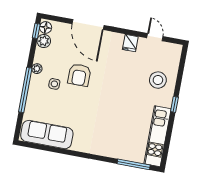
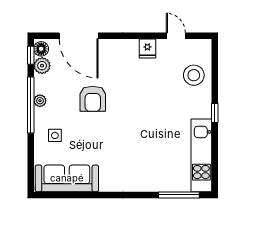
door: (88, 25) -> (79, 36), moved
stool: (158, 80) -> (194, 75), moved
side table: (54, 84) -> (55, 135), moved
window: (25, 90) -> (31, 105), moved

